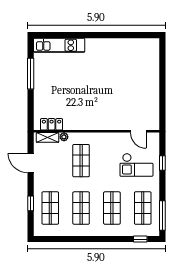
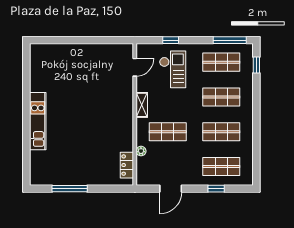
kitchen unit: (59, 45) -> (38, 121), moved
shelving: (48, 137) -> (142, 105), moved

